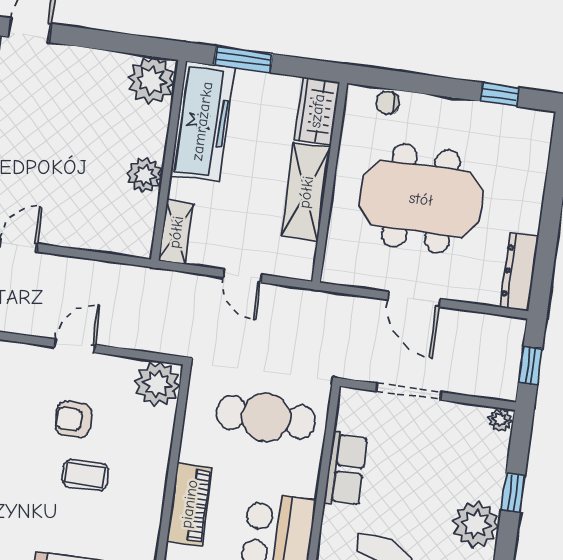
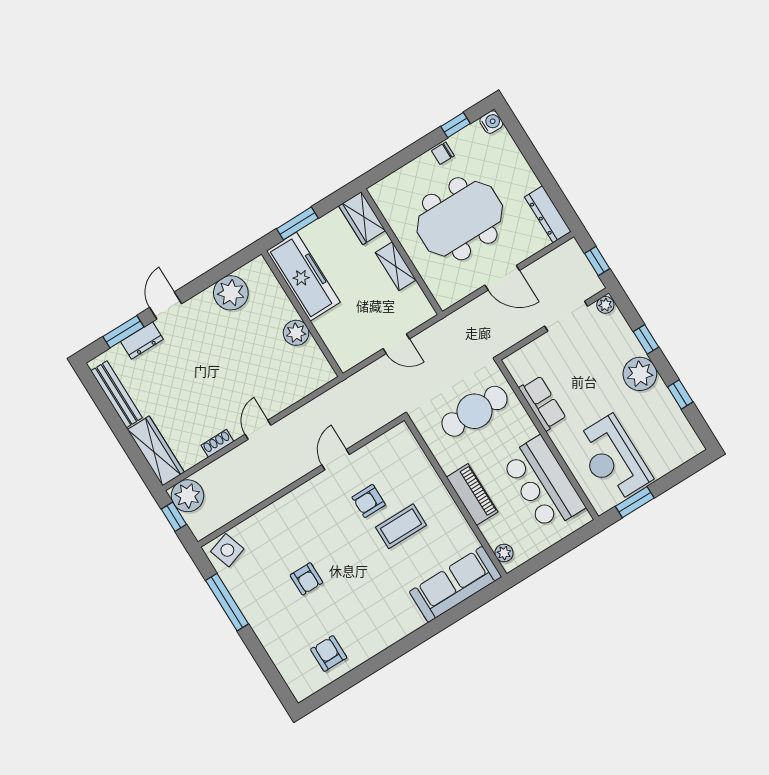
plant: (152, 80) -> (231, 293), moved
chair: (388, 103) -> (443, 153), moved
water cooler: (541, 123) -> (491, 122), added
shelving: (306, 192) -> (396, 266), width x0.67, depth x0.75
shelving: (176, 232) -> (340, 350), removed
plant: (157, 384) -> (399, 443), removed
doorway: (408, 392) -> (566, 316), moved
coffee table: (85, 475) -> (401, 526), width x1.36, depth x1.30

